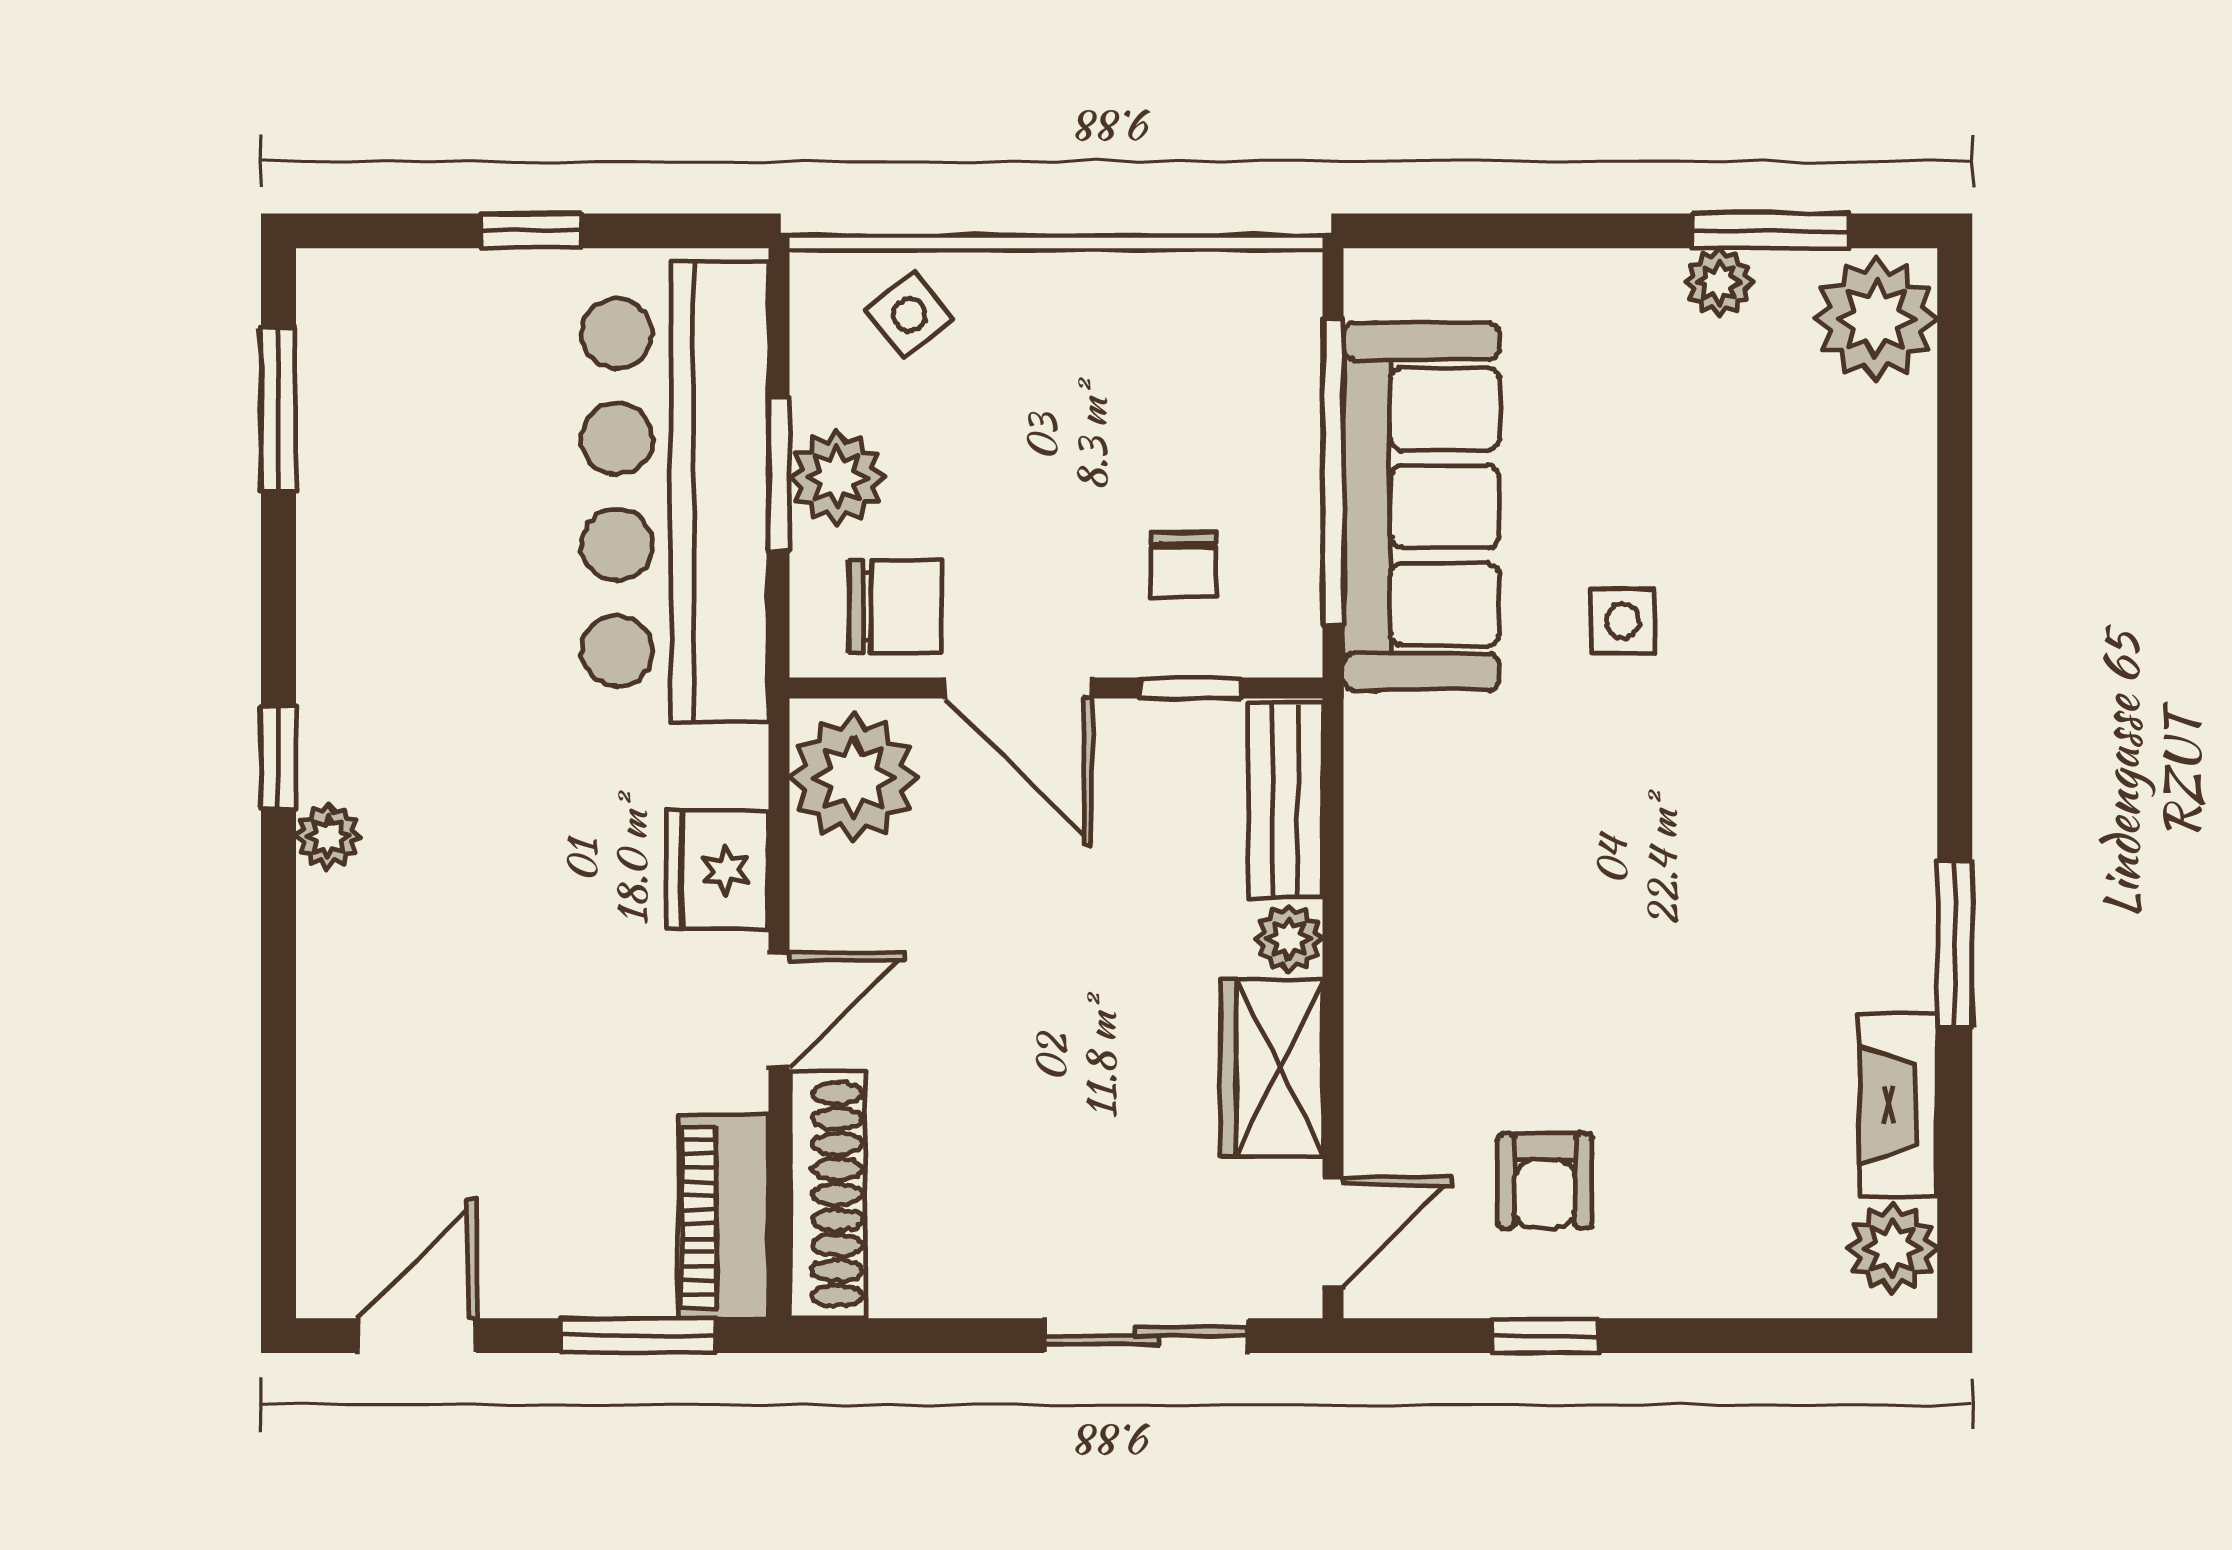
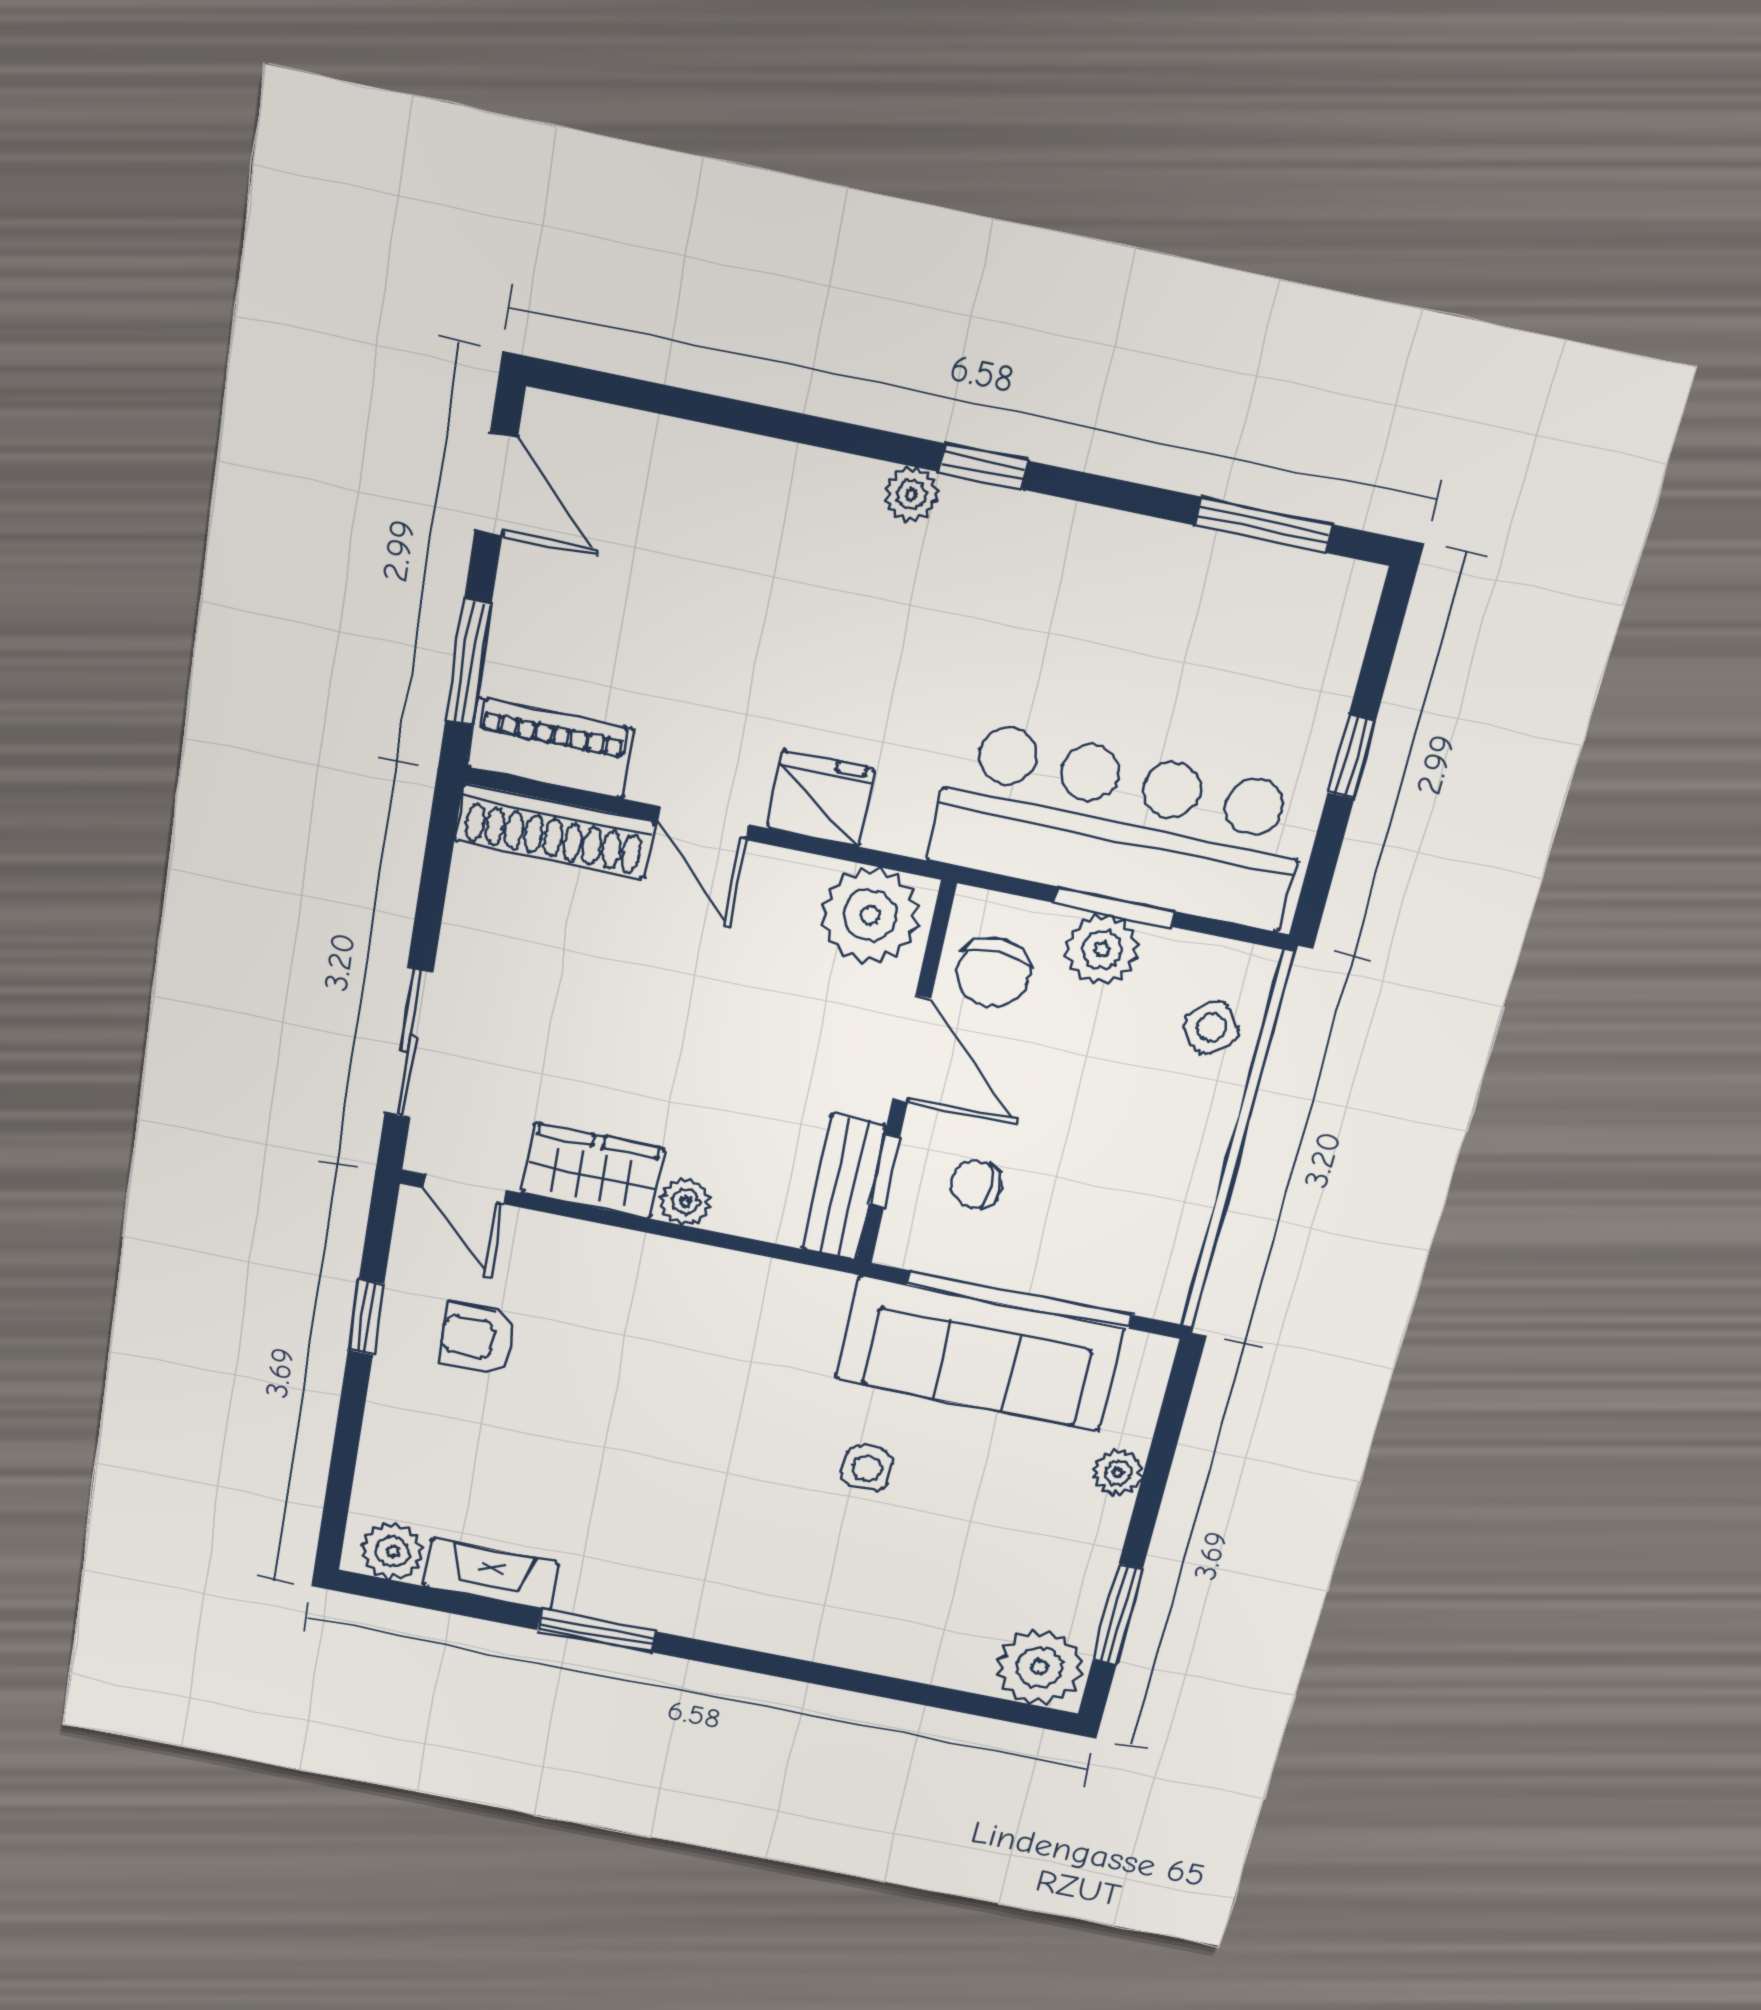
plant: (1719, 282) -> (1118, 1473), moved
door: (1018, 688) -> (912, 1049), swing flipped
bench: (1285, 800) -> (844, 1187), moved, turned 90

